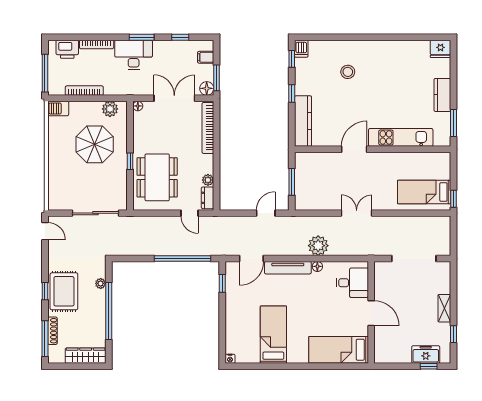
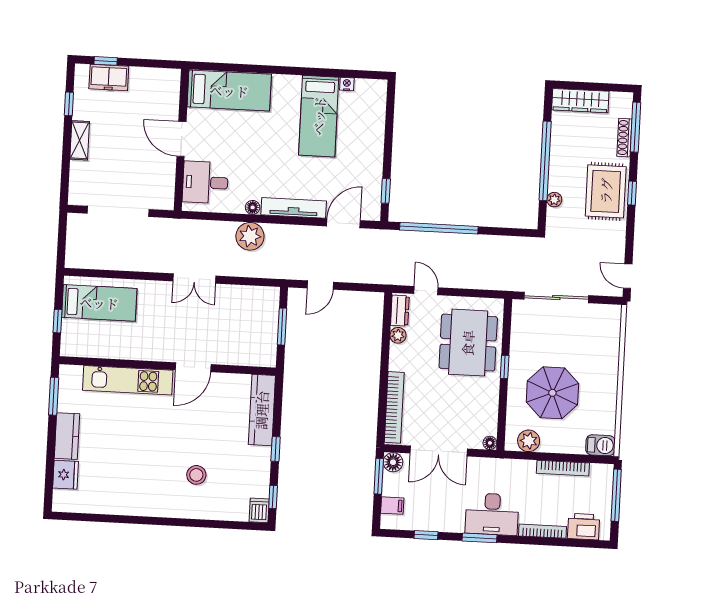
fridge: (440, 49) -> (66, 475), moved, turned 90
window: (453, 199) -> (58, 321), moved
nightstand: (230, 359) -> (347, 84), moved

